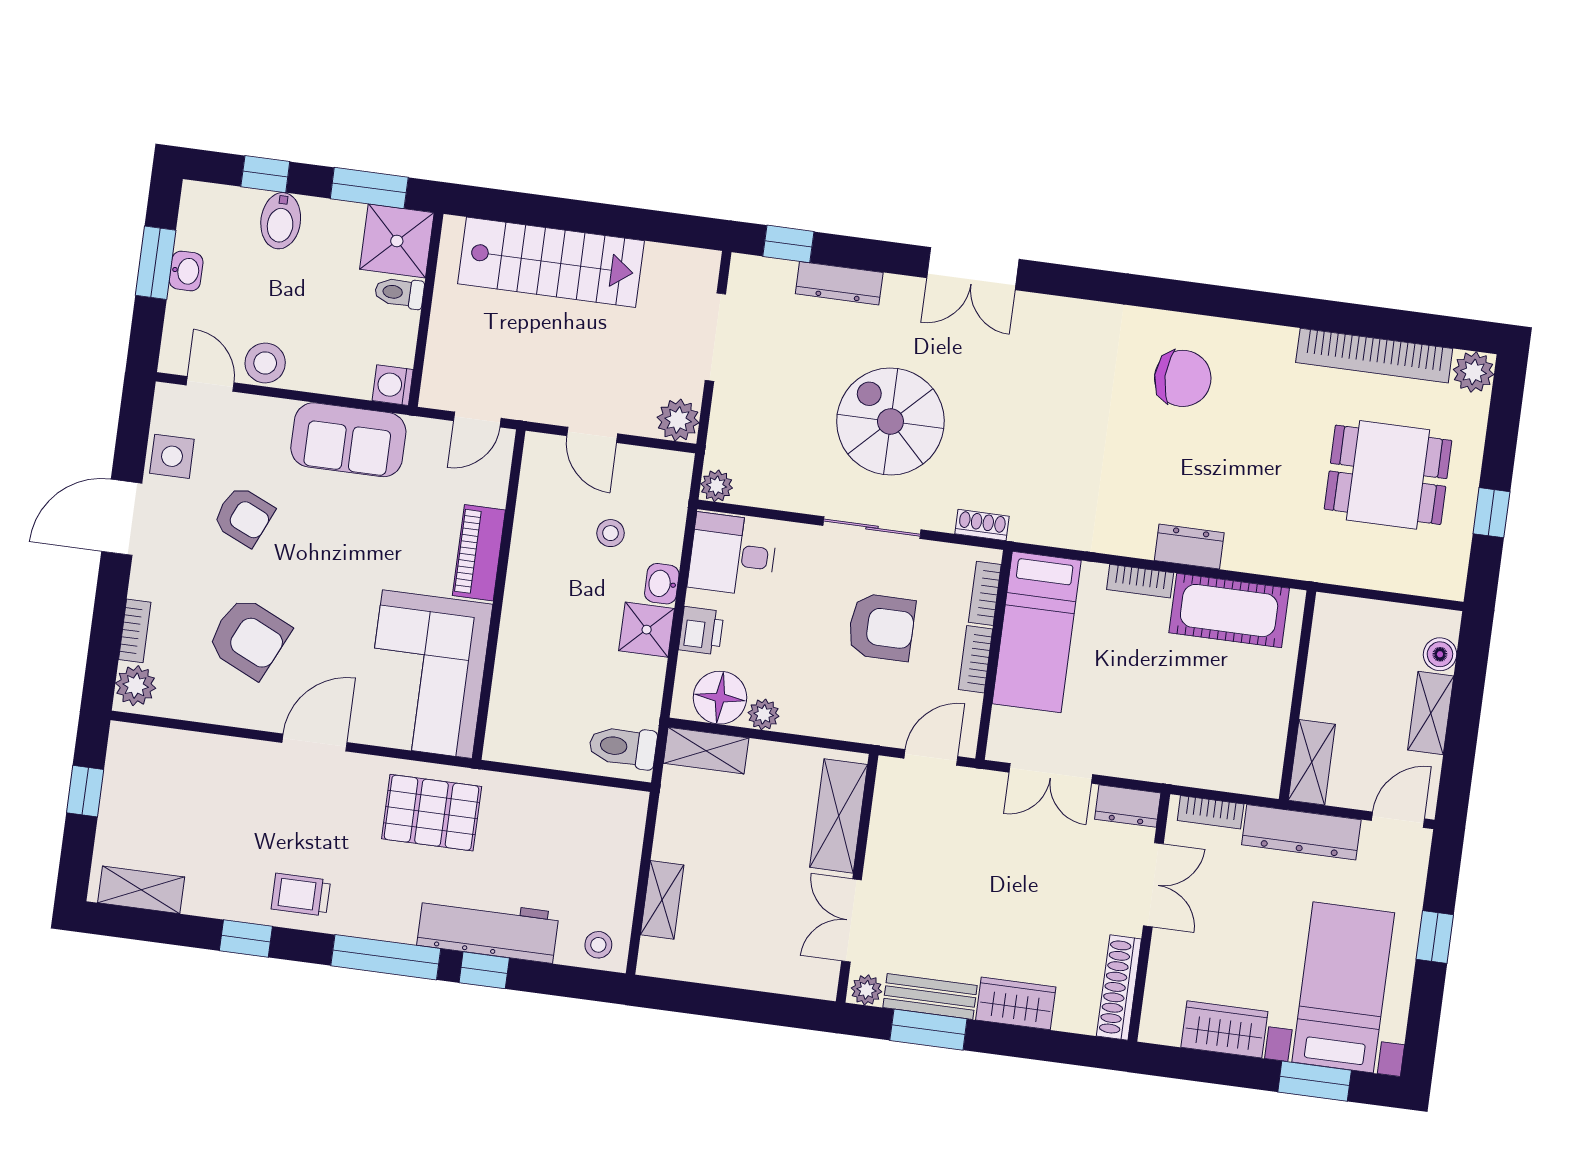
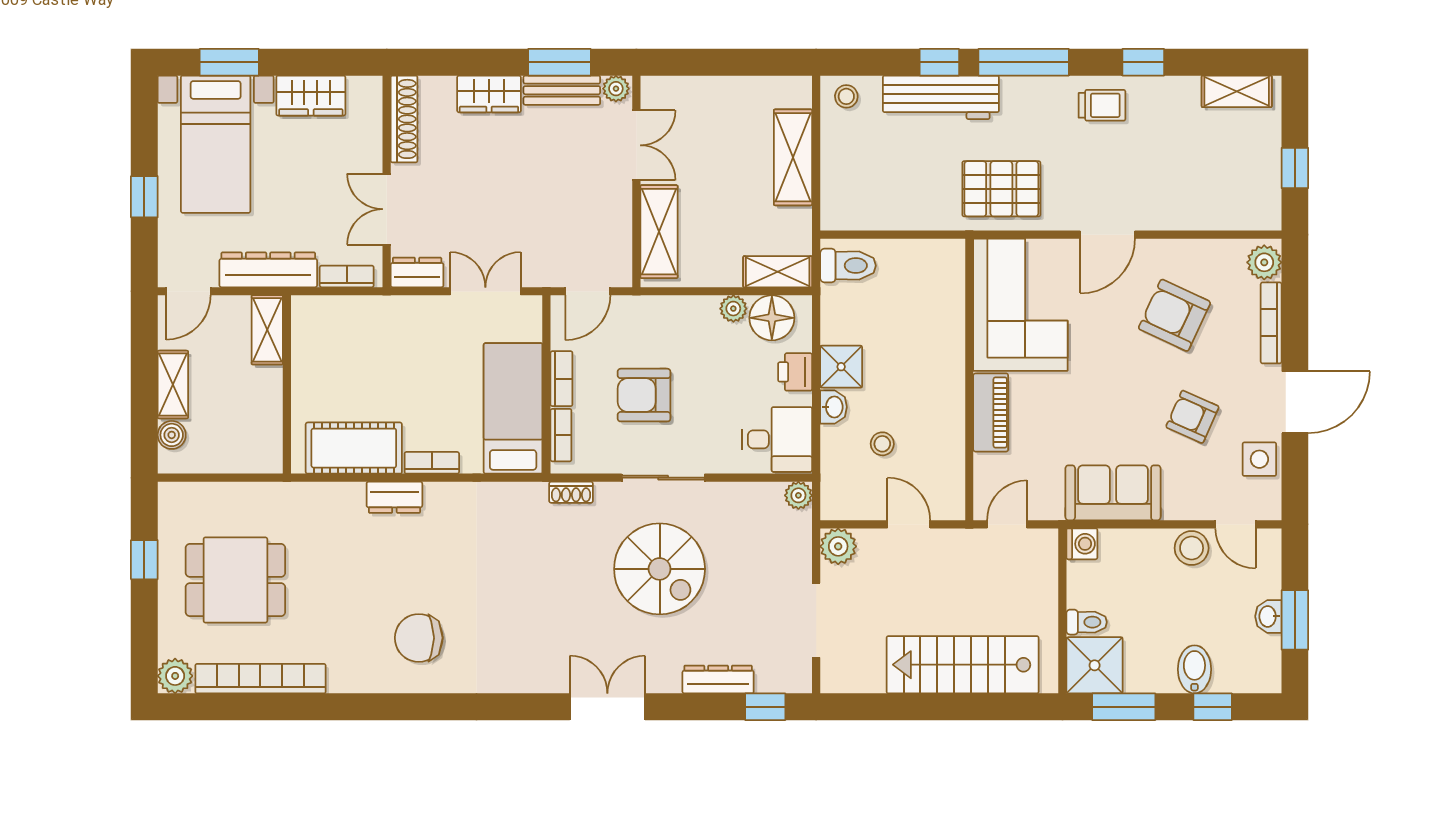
bookcase: (135, 631) -> (1271, 323), width x1.56
shelving: (662, 900) -> (793, 157), width x1.50, depth x1.33

